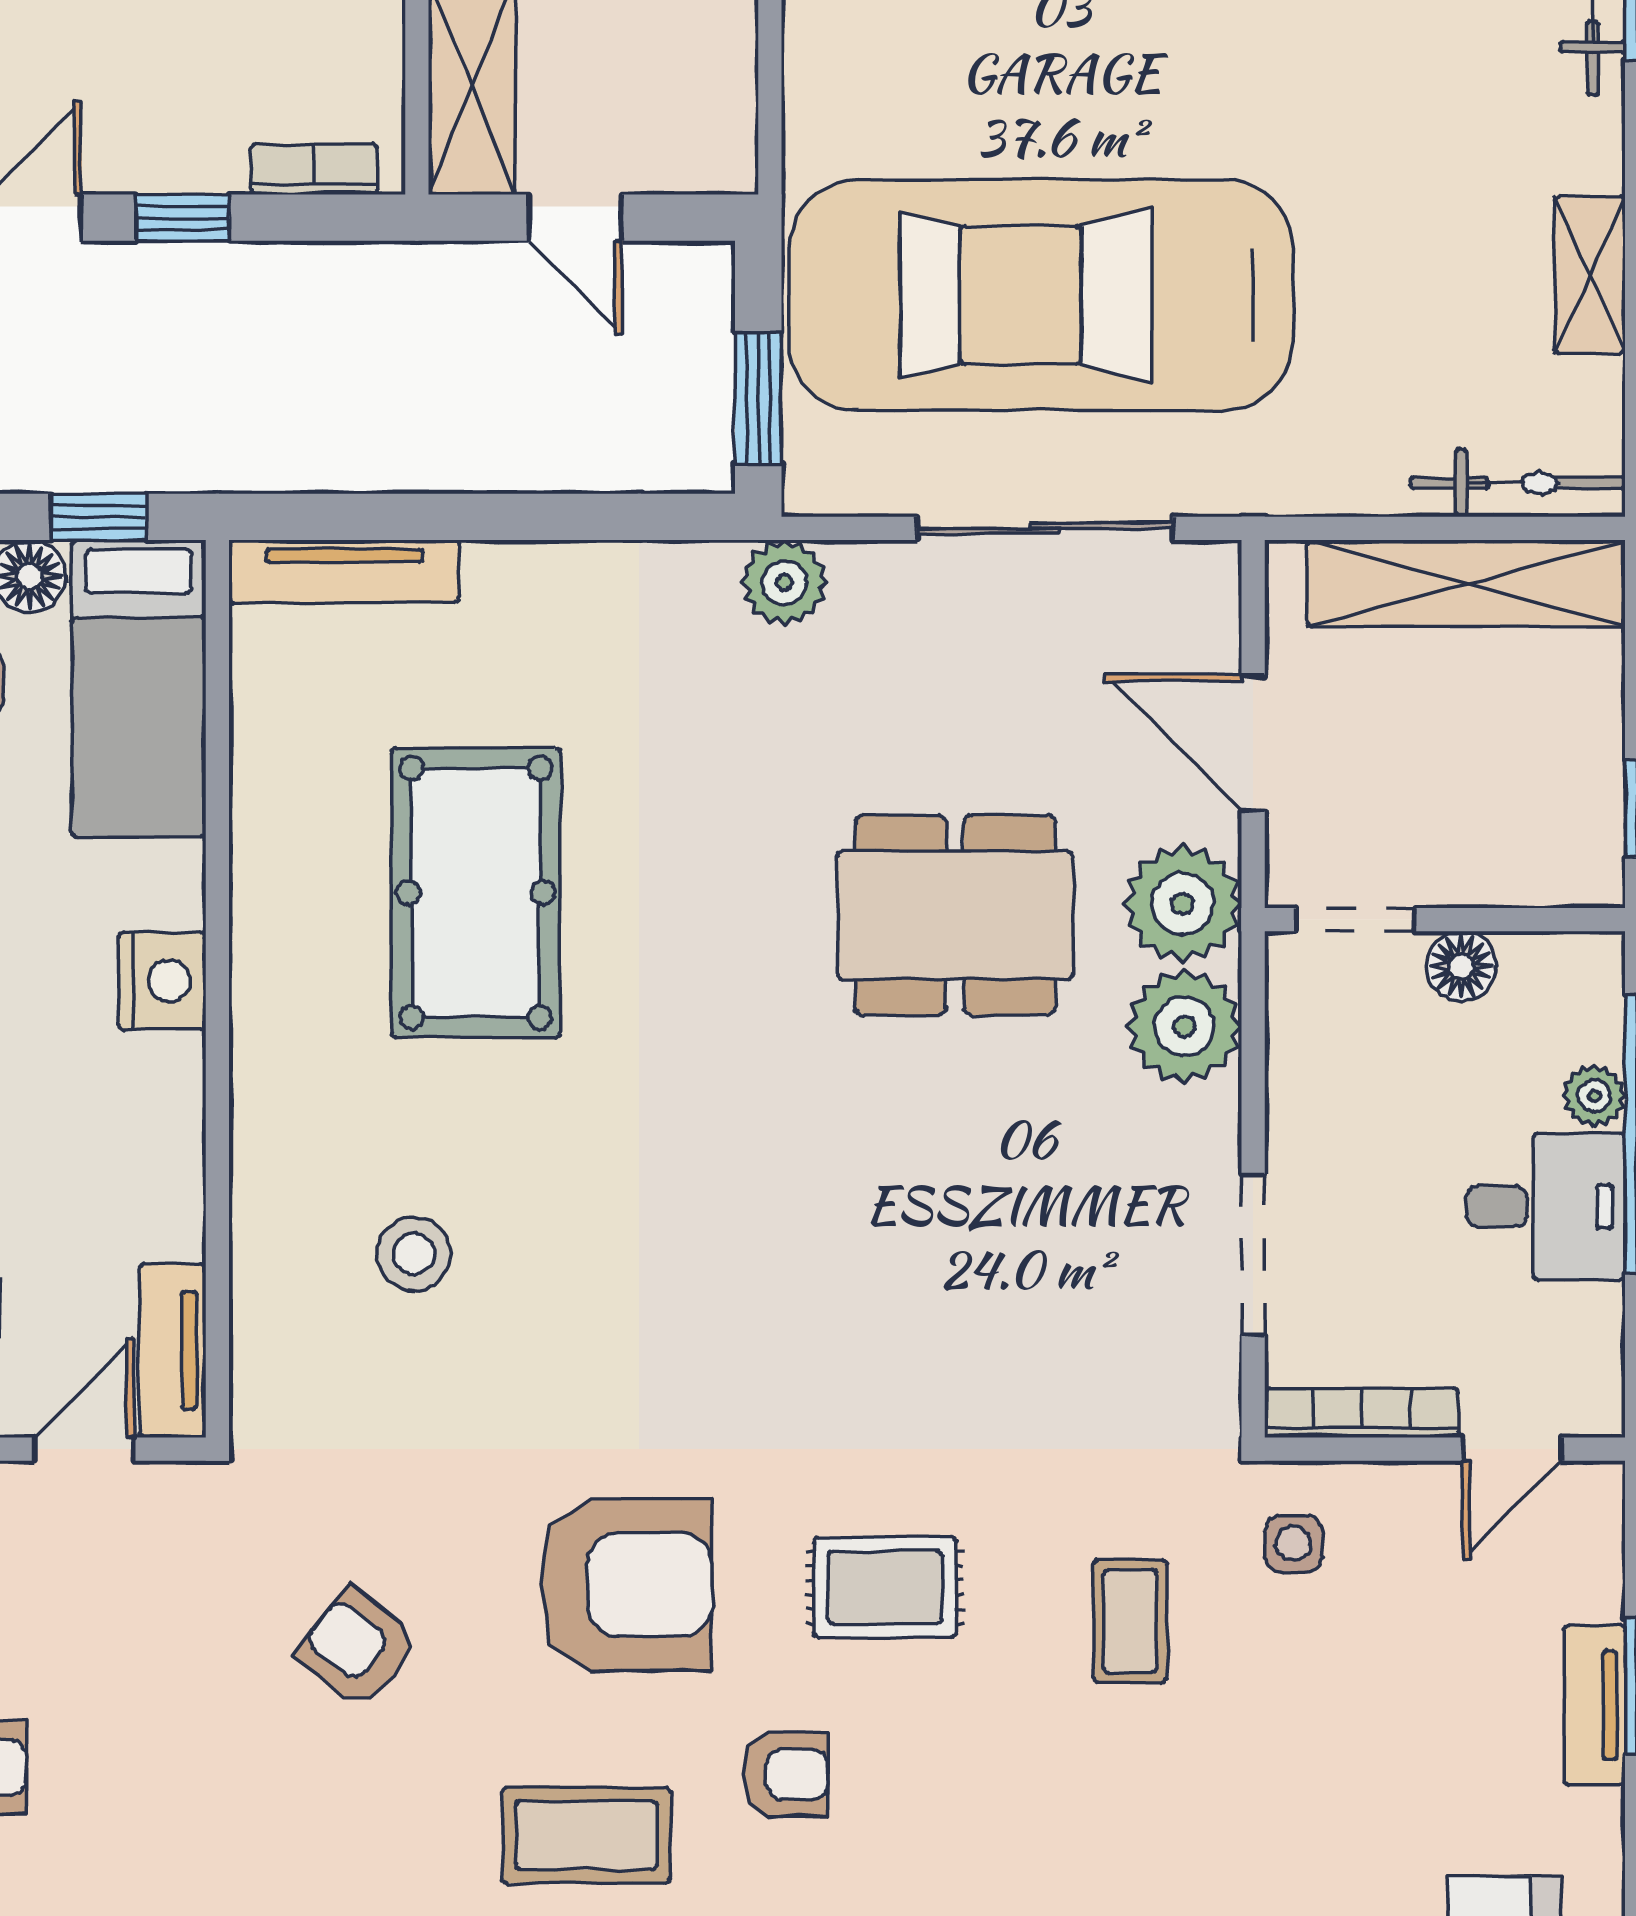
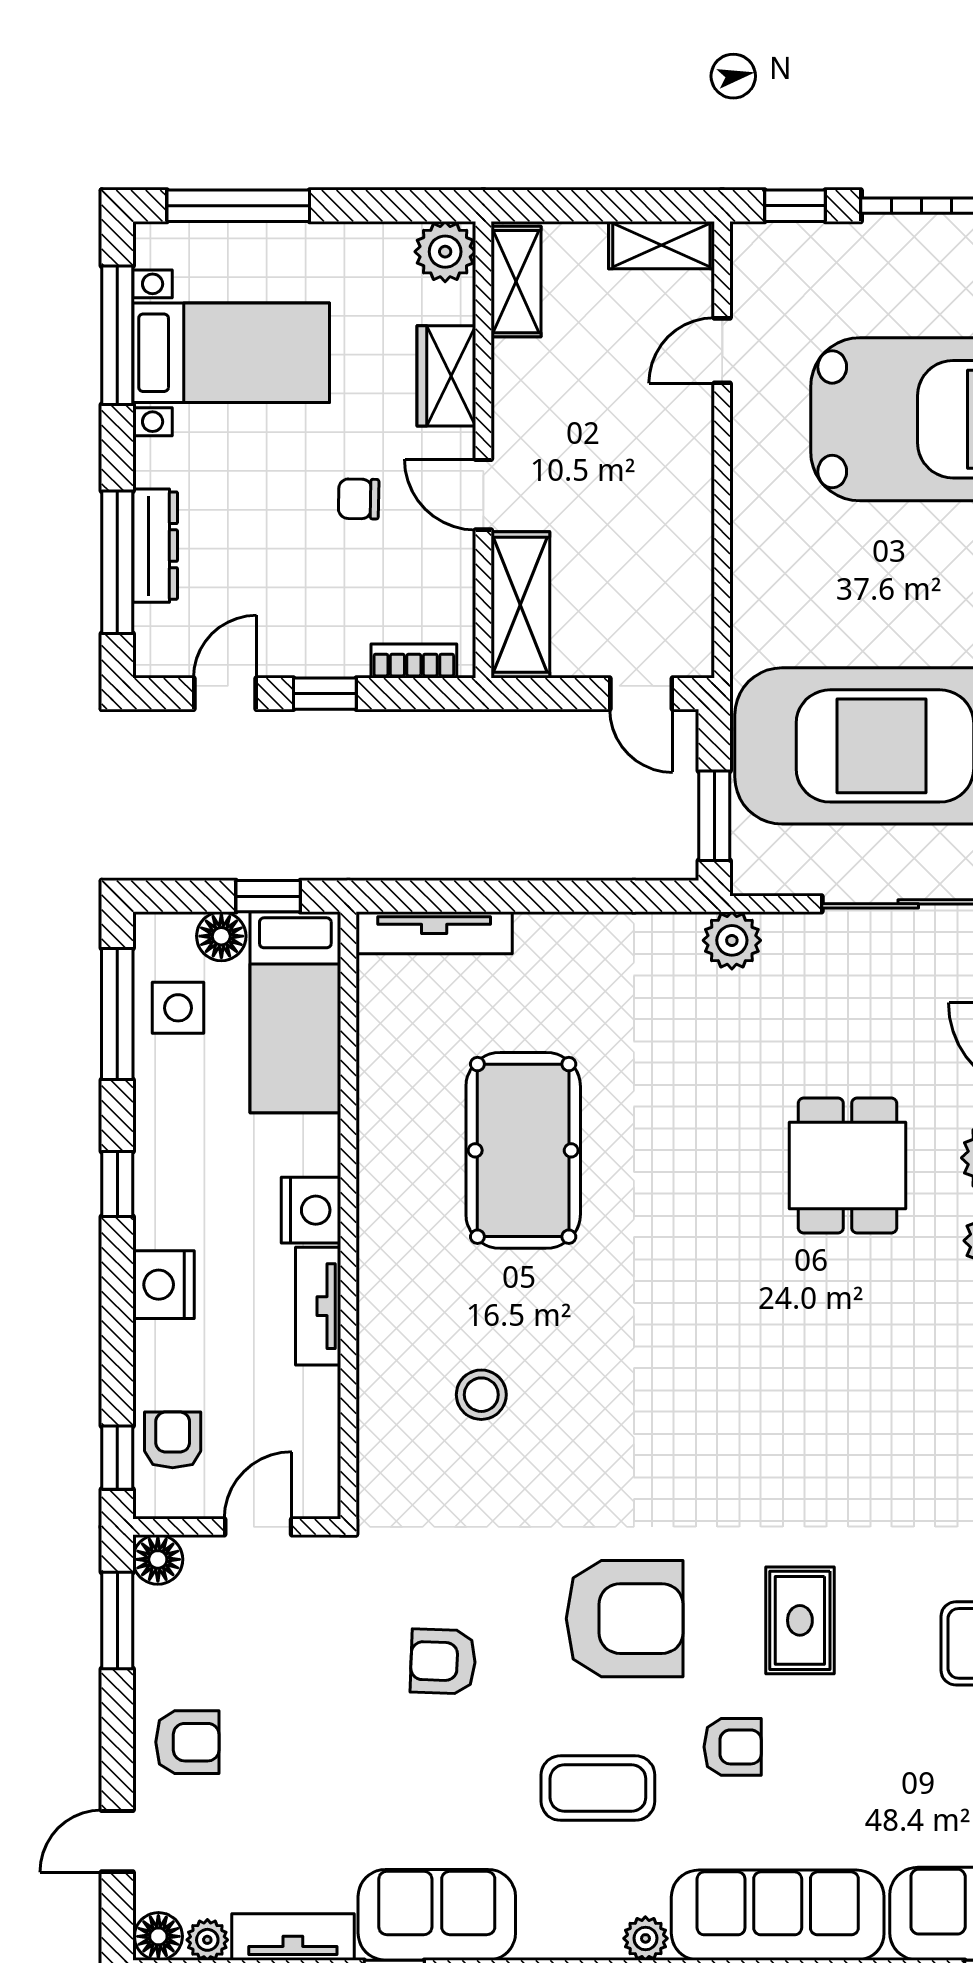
door: (575, 218) -> (641, 694), moved
dining table: (955, 915) -> (847, 1166), width x0.73
tv unit: (173, 1350) -> (318, 1306), moved
rug: (885, 1587) -> (800, 1620), turned 90
armchair: (357, 1648) -> (443, 1661), turned -36

